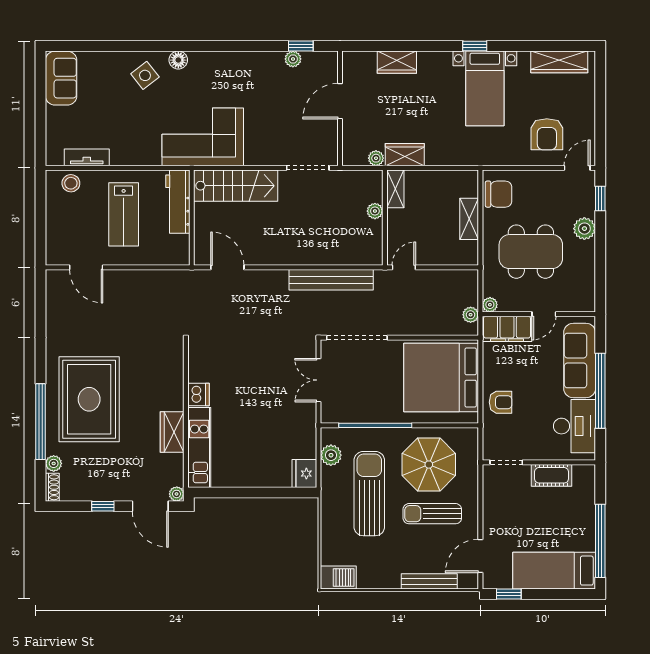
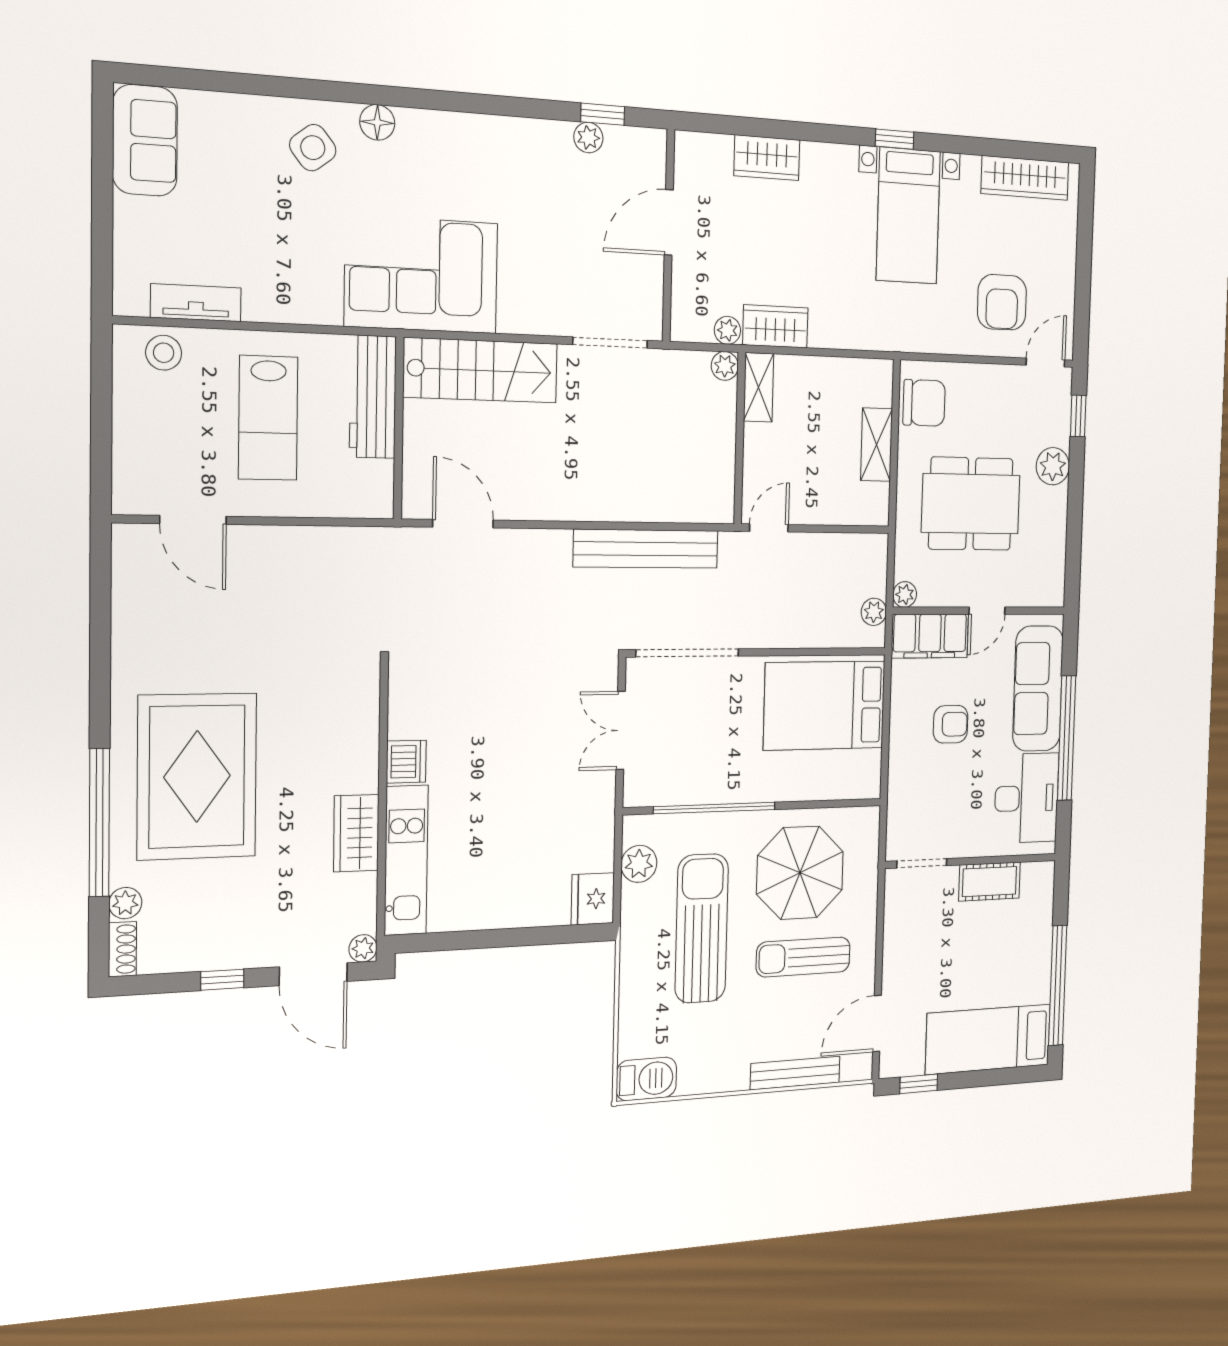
plant: (375, 211) -> (725, 366), moved
bed: (441, 377) -> (825, 705), width x0.73
armchair: (501, 402) -> (951, 724), moved

